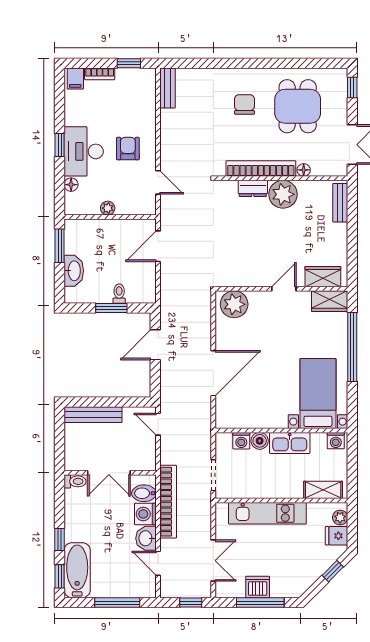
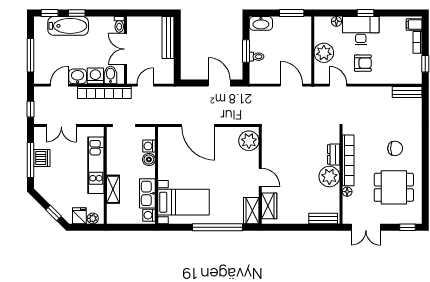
door: (158, 182) -> (338, 85), swing flipped
plant: (108, 208) -> (324, 53), width x1.88, depth x1.88
washbasin: (74, 271) -> (261, 23), moved
door: (158, 424) -> (145, 85), moved
kitchen sink: (290, 443) -> (147, 193), moved
shelving: (323, 490) -> (113, 189), moved
bathtub: (77, 570) -> (68, 26), moved

